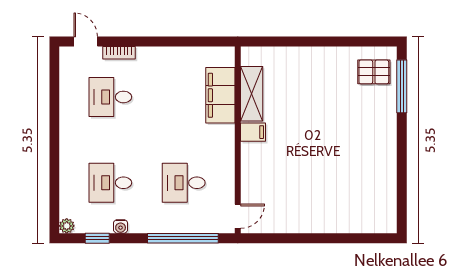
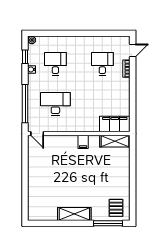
shelving: (252, 94) -> (115, 141), moved
filing cabinet: (220, 95) -> (115, 124), moved
shelving: (385, 148) -> (74, 214), added
desk: (184, 183) -> (55, 104), width x1.37

